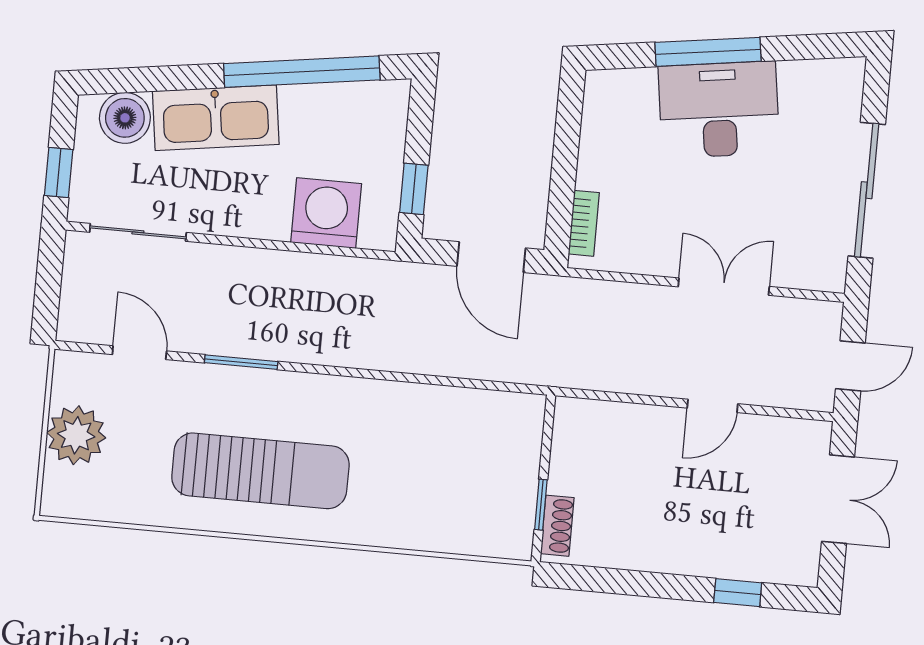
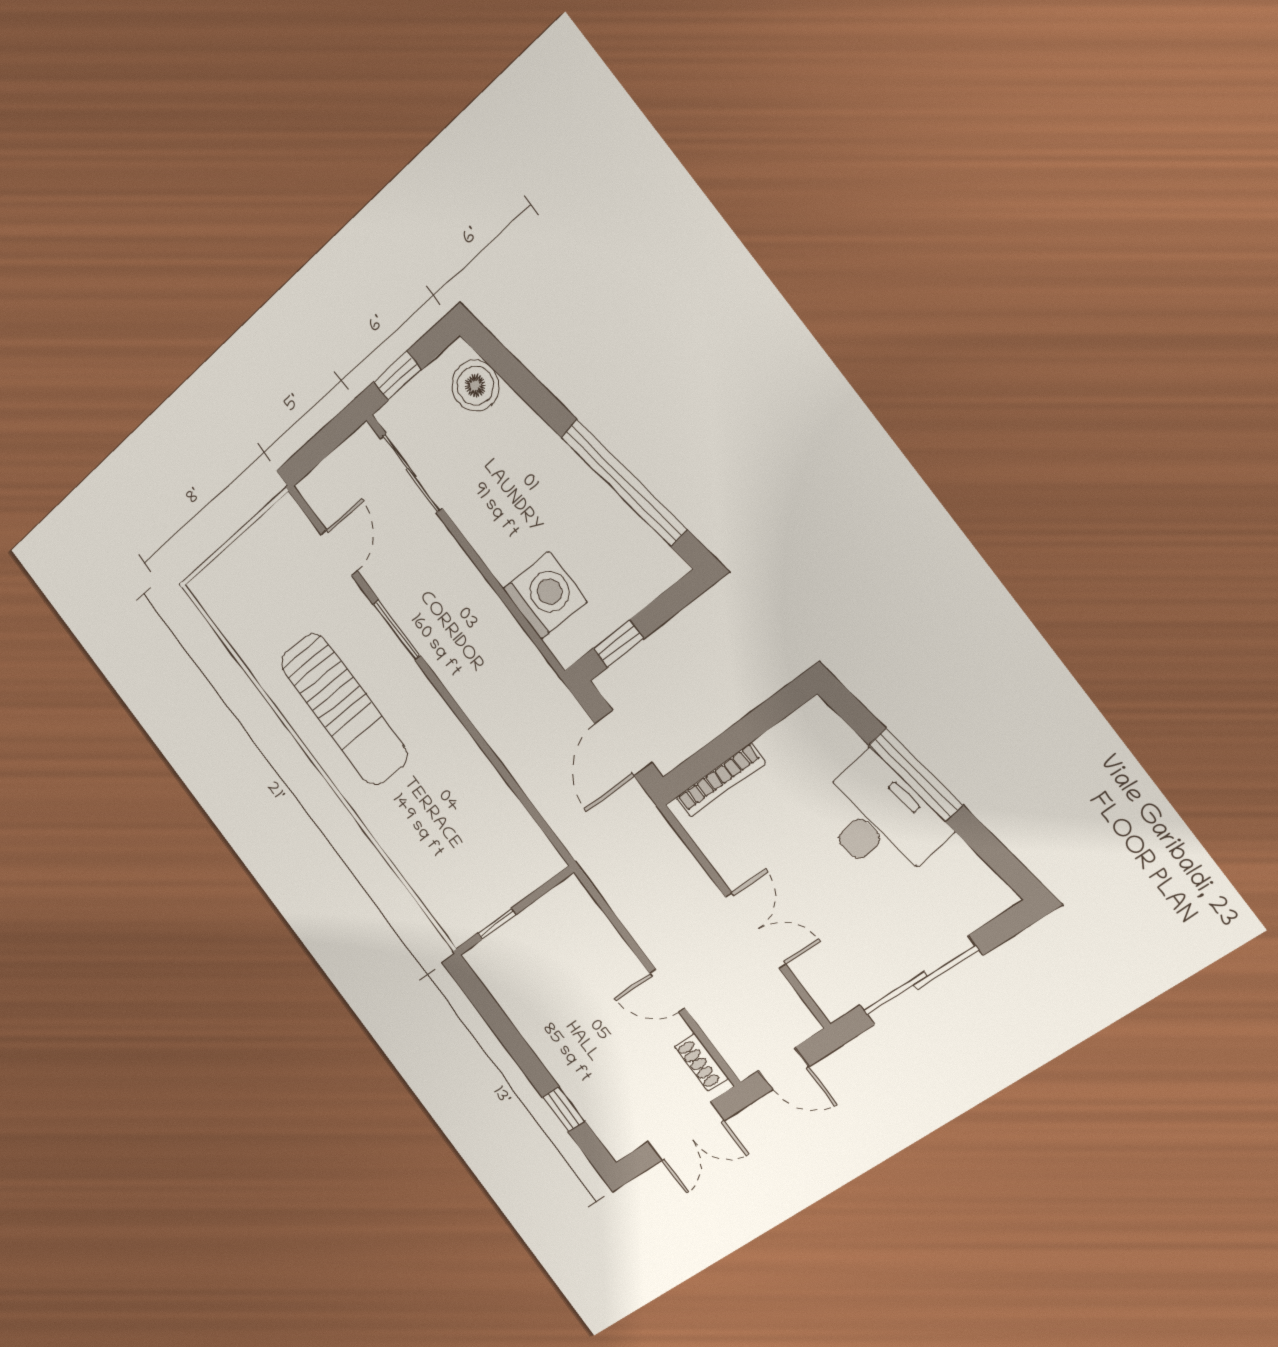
kitchen sink: (216, 118) -> (535, 451), removed
bookcase: (584, 223) -> (721, 780), width x1.56
plant: (76, 435) -> (252, 561), removed
shoe rack: (557, 526) -> (701, 1062), moved, turned 90

